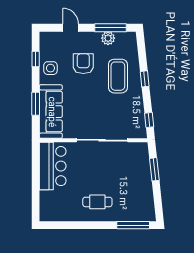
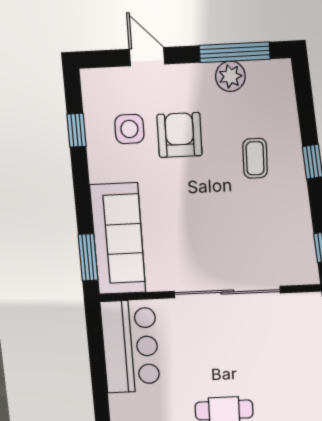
side table: (50, 68) -> (129, 129), moved
coffee table: (118, 76) -> (255, 158), width x0.54, depth x0.58
window: (36, 104) -> (88, 257), moved

